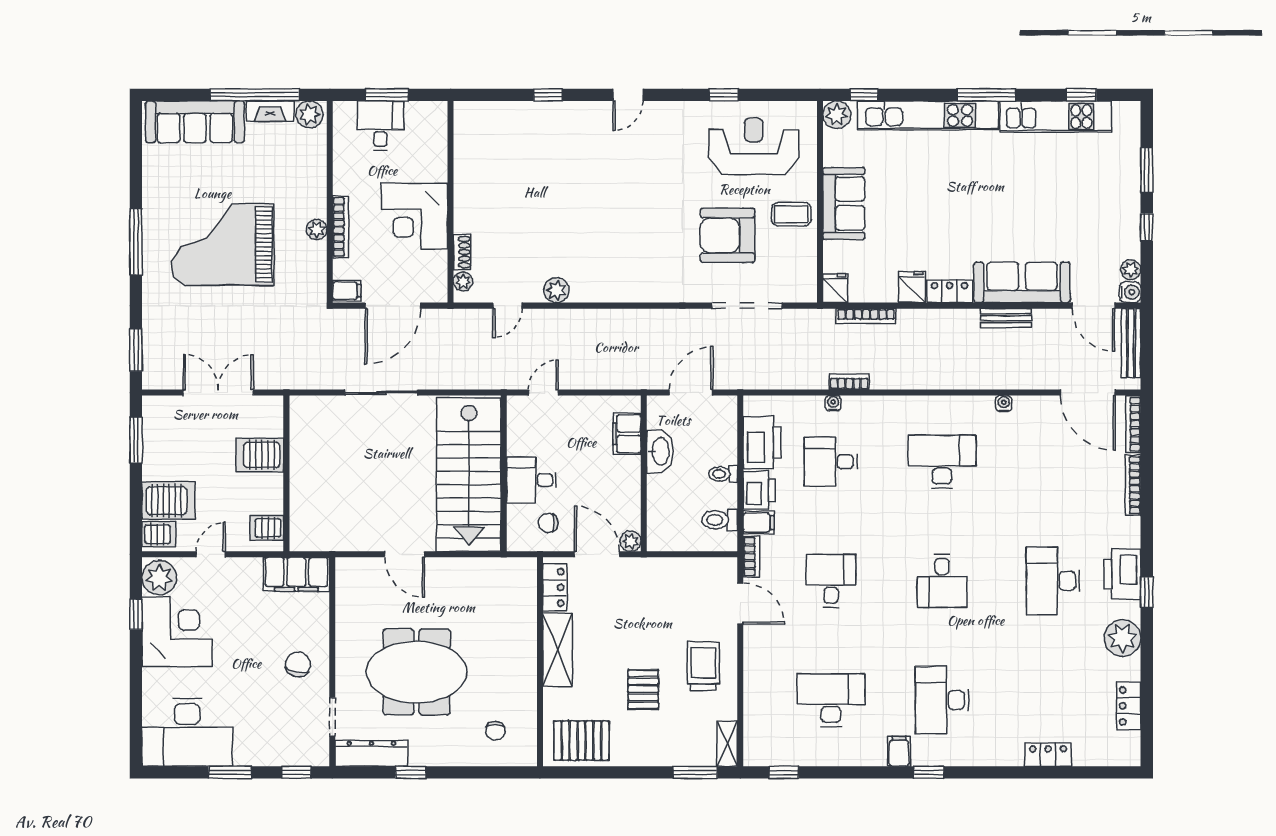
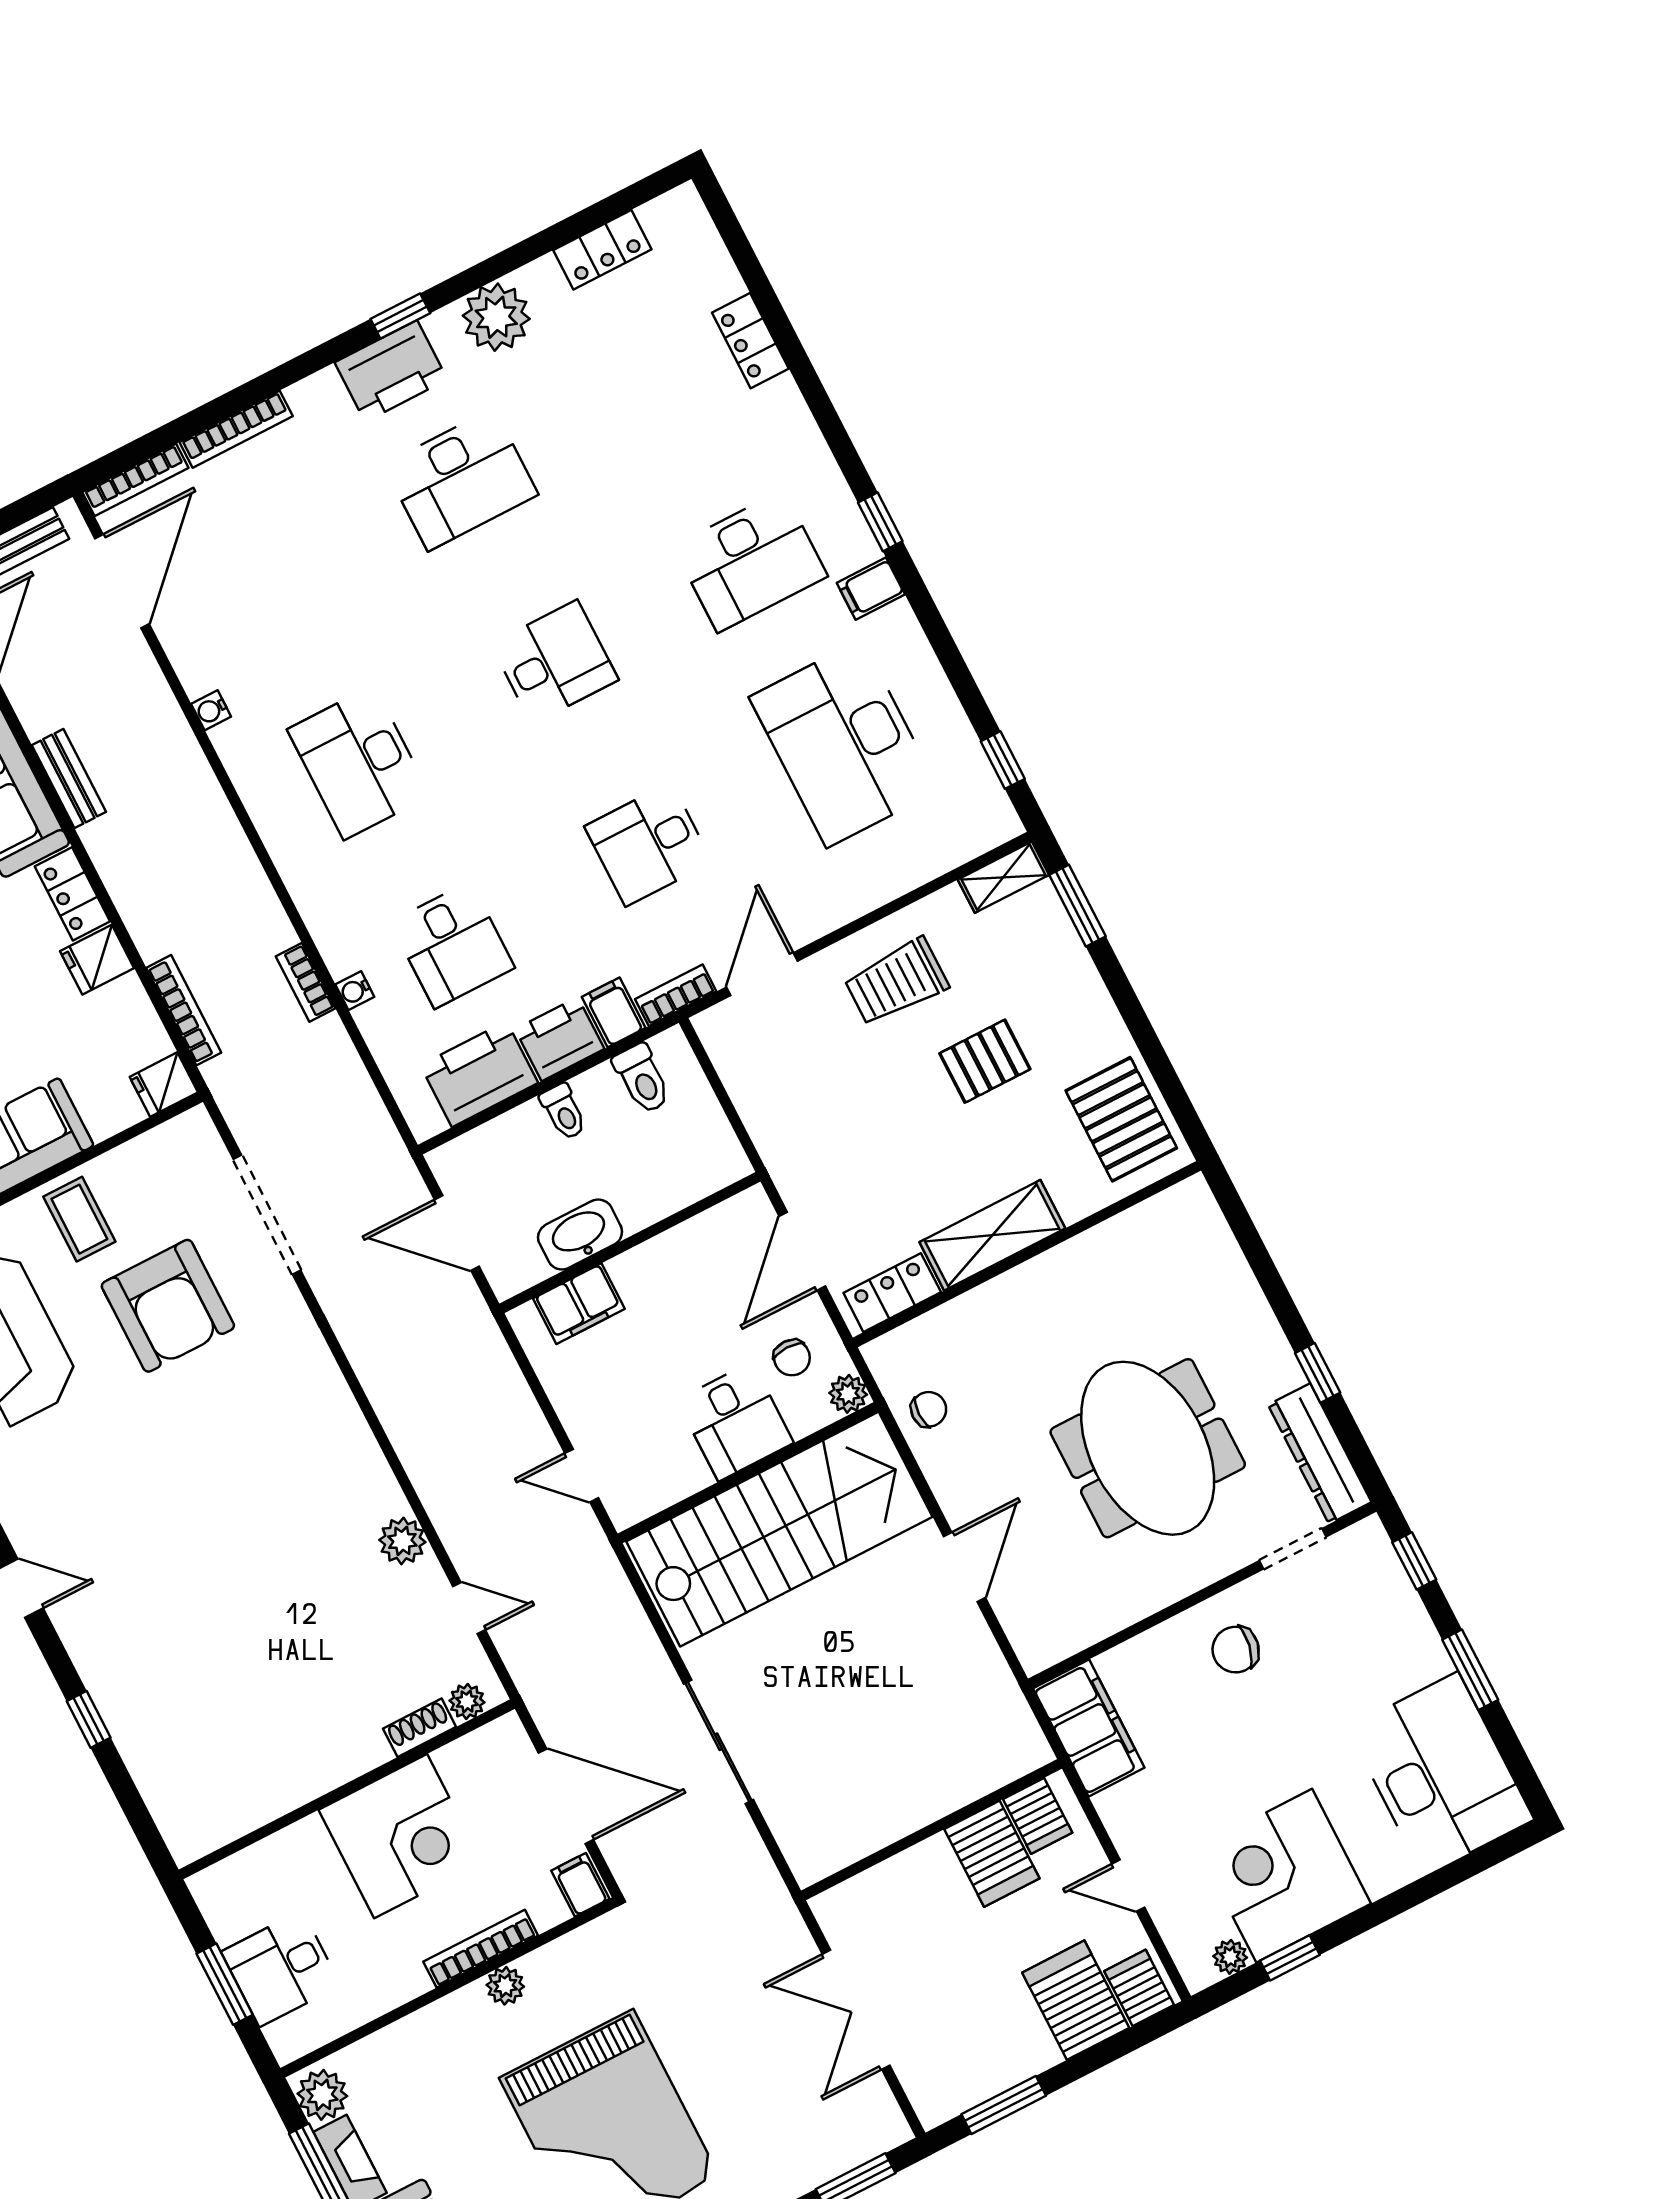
server rack: (260, 455) -> (992, 1854), moved
plant: (631, 541) -> (848, 1394), moved
plant: (159, 578) -> (1230, 1957), width x0.53, depth x0.53
desk: (831, 700) -> (844, 744), width x1.36, depth x1.30
chair: (495, 731) -> (929, 1409), moved

